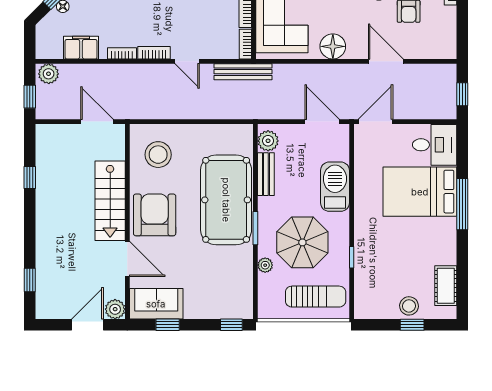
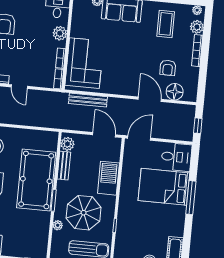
floor lamp: (333, 46) -> (175, 92), moved
bench: (243, 72) -> (88, 100), moved

